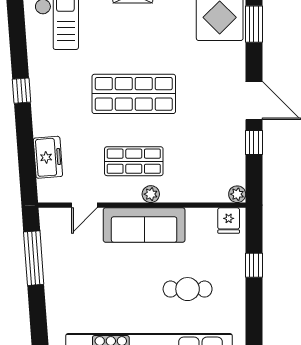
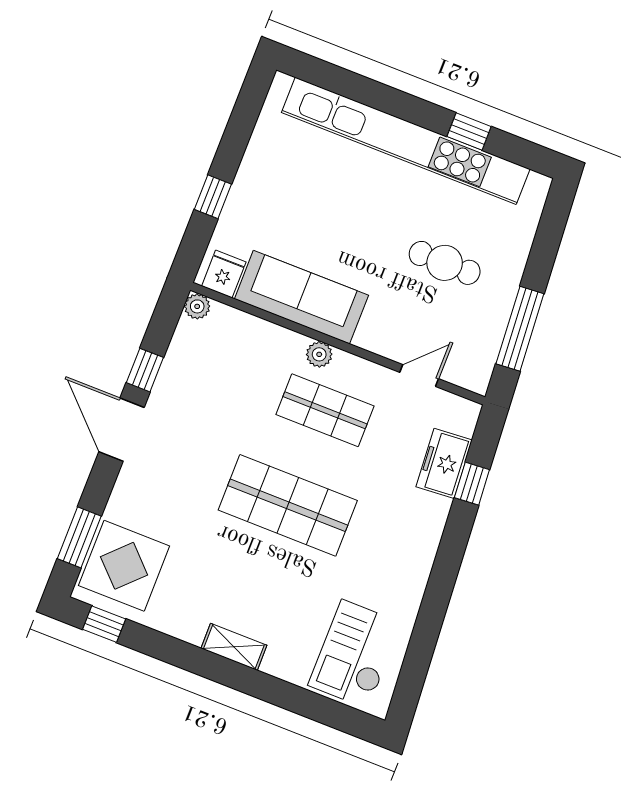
window: (21, 91) -> (472, 484), moved
sofa: (144, 225) -> (301, 297), moved
cafe table: (188, 289) -> (445, 263), moved

